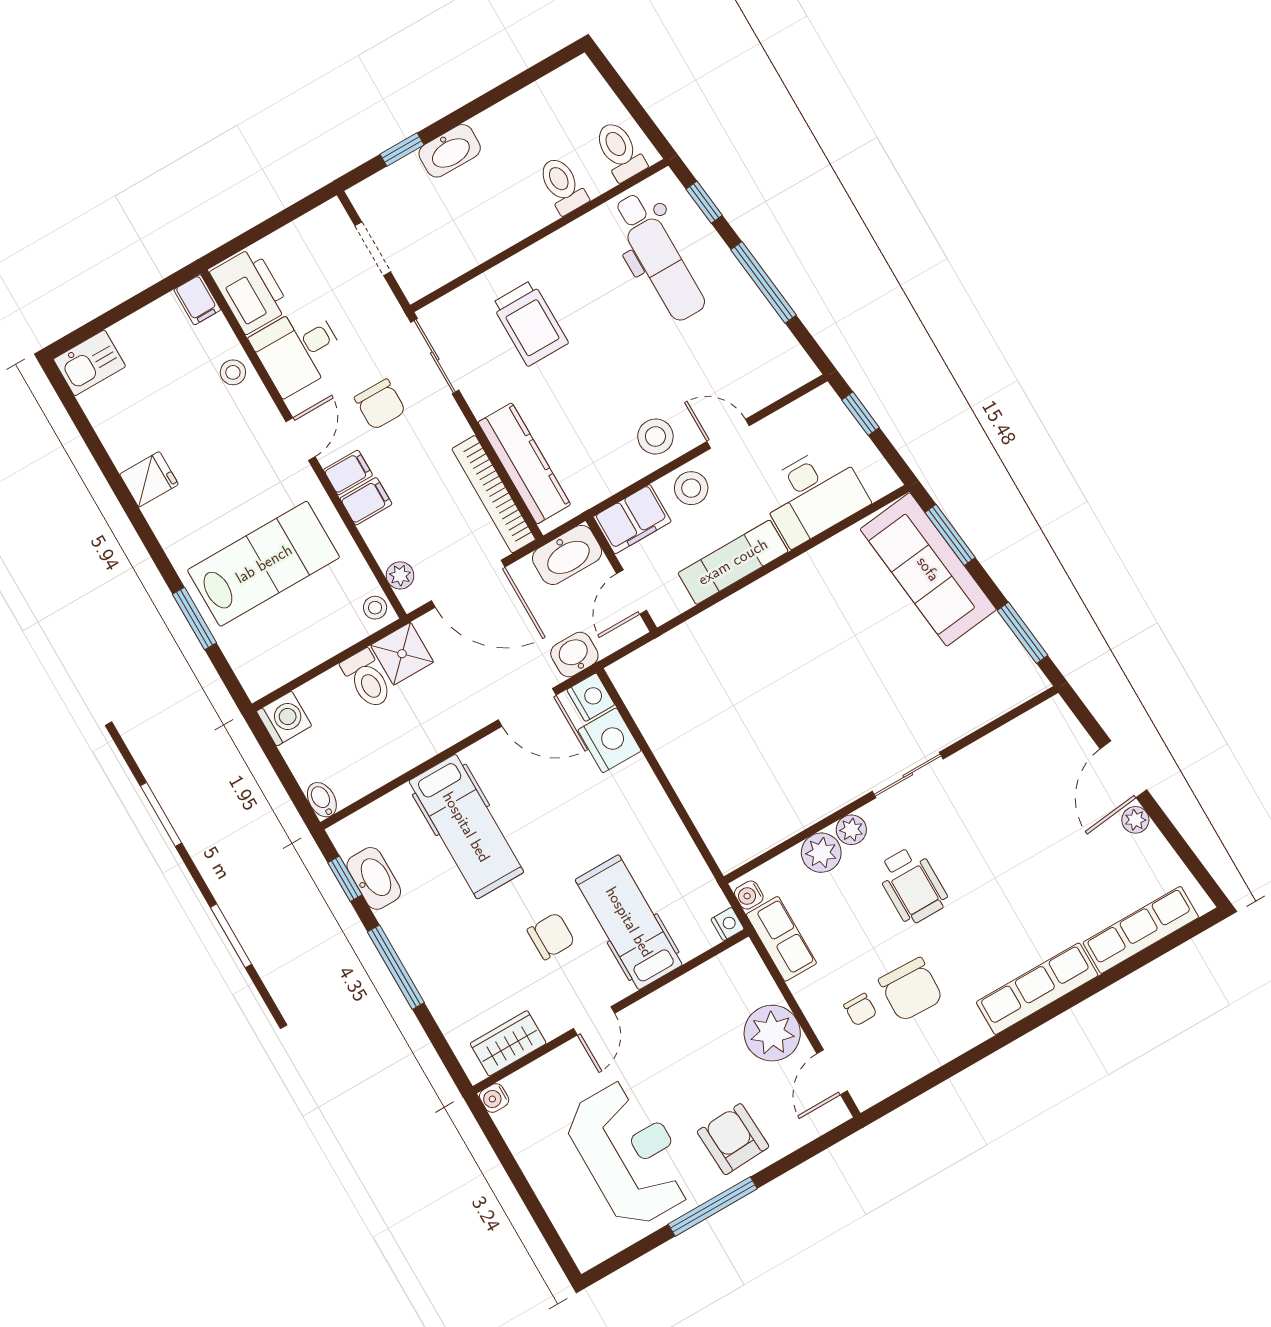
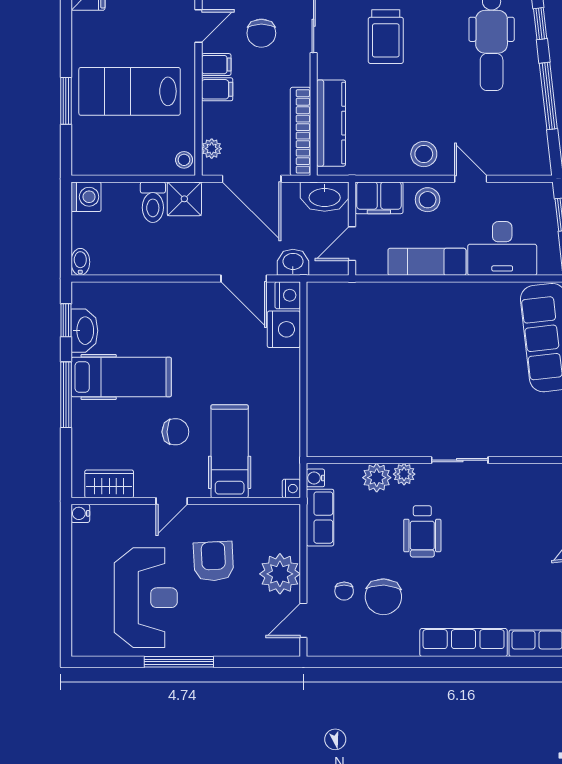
lab bench: (264, 564) -> (130, 91), turned 180
hospital bed: (466, 827) -> (121, 377), moved, turned -90
armchair: (733, 1139) -> (214, 561), moved

